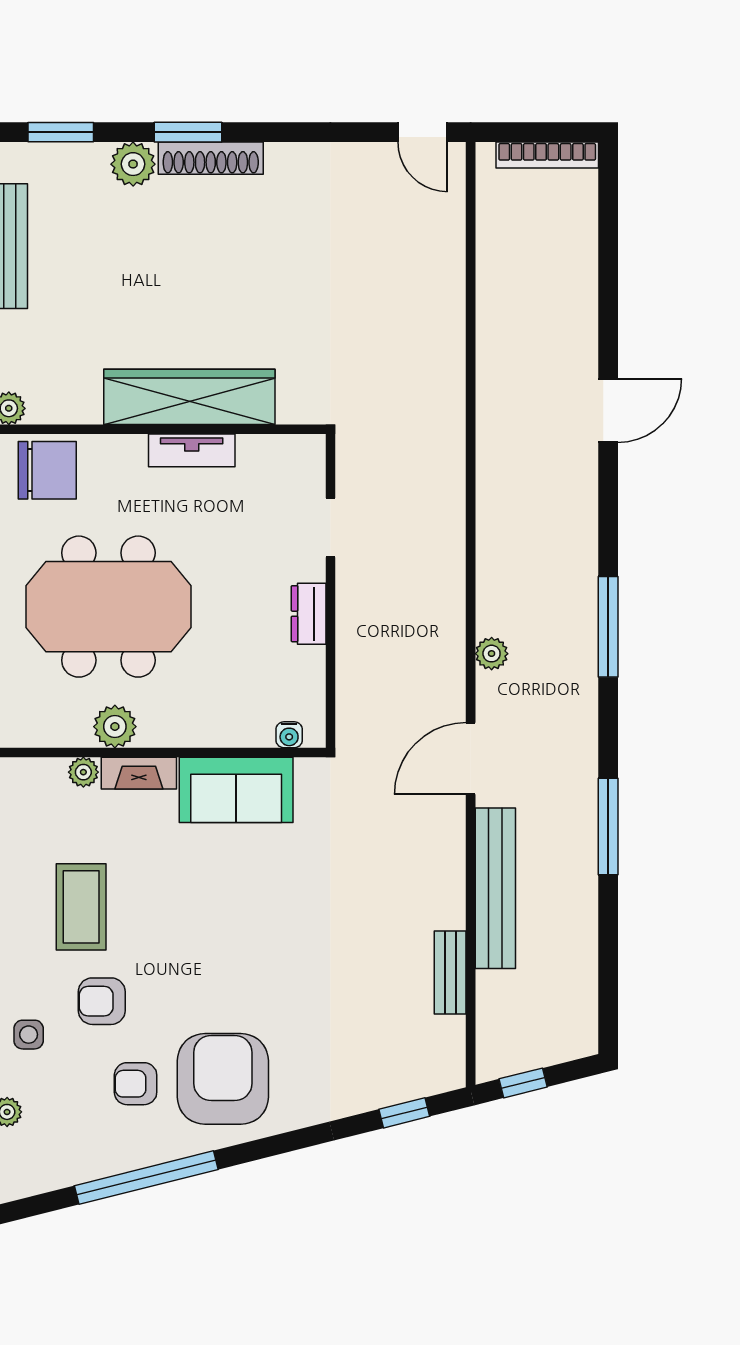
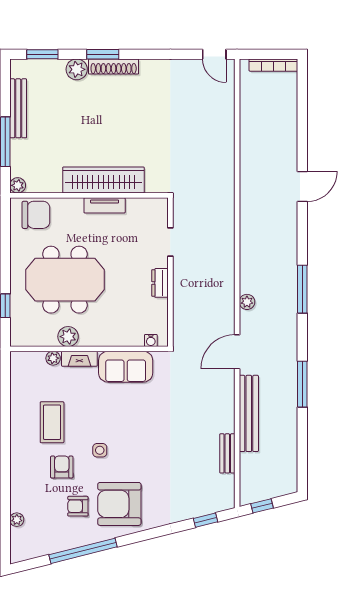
armchair: (102, 1001) -> (62, 467), turned 90
side table: (29, 1035) -> (100, 450), moved
armchair: (223, 1079) -> (119, 504), turned -90

